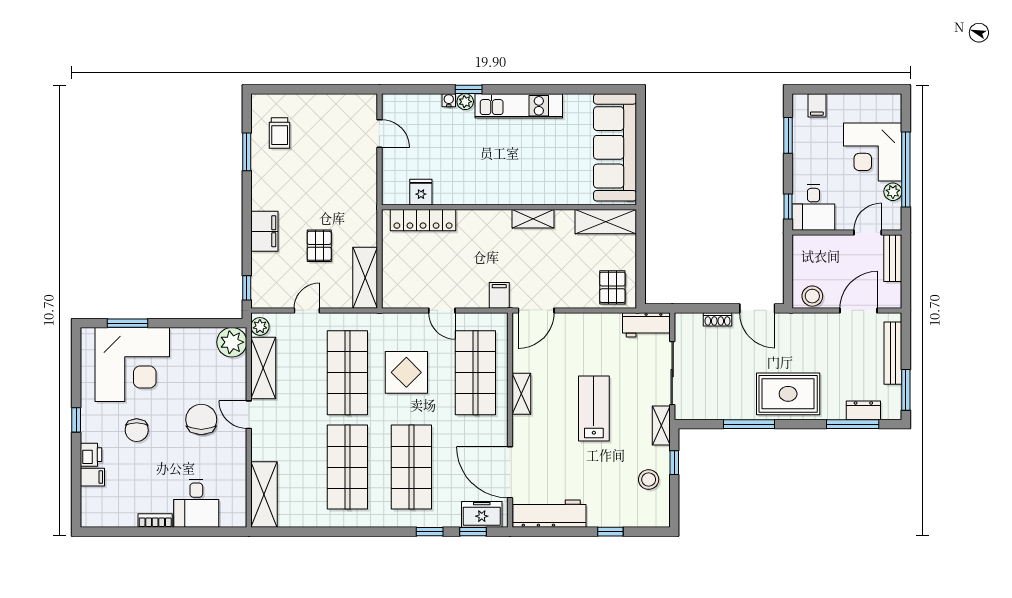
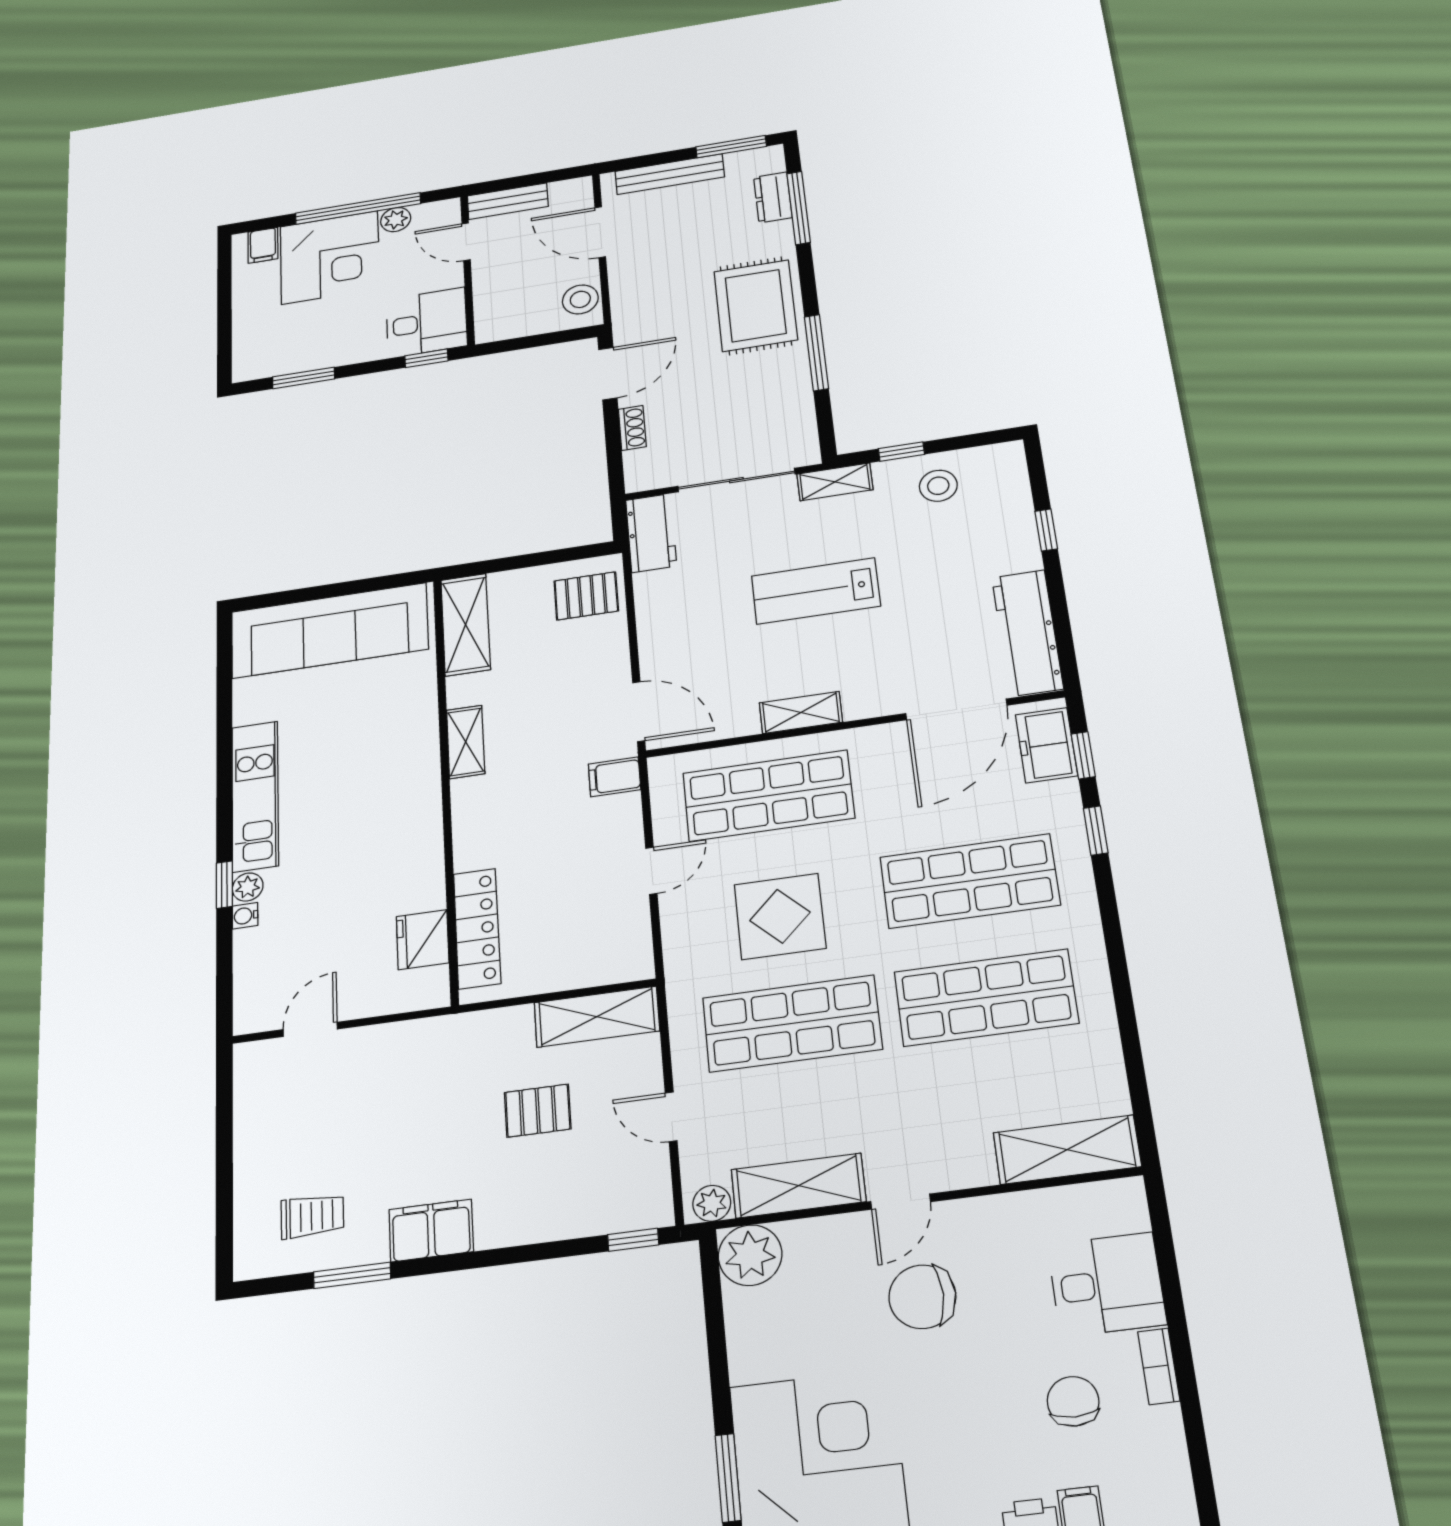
filing cabinet: (817, 105) -> (263, 245), moved, turned 90
fridge: (421, 192) -> (423, 940), width x1.38
filing cabinet: (264, 231) -> (431, 1230), moved
chair: (137, 430) -> (1073, 1401), moved, turned -90

